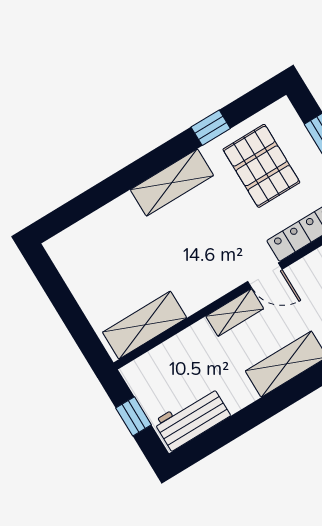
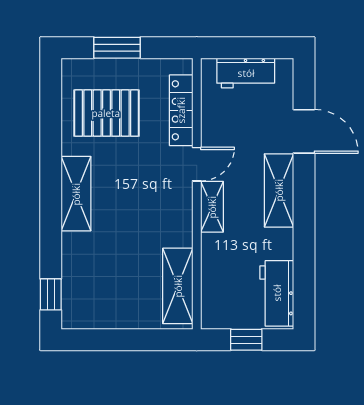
window: (211, 128) -> (51, 294), moved

